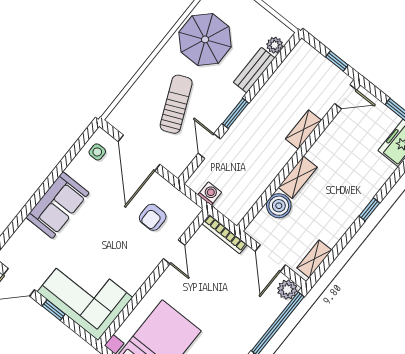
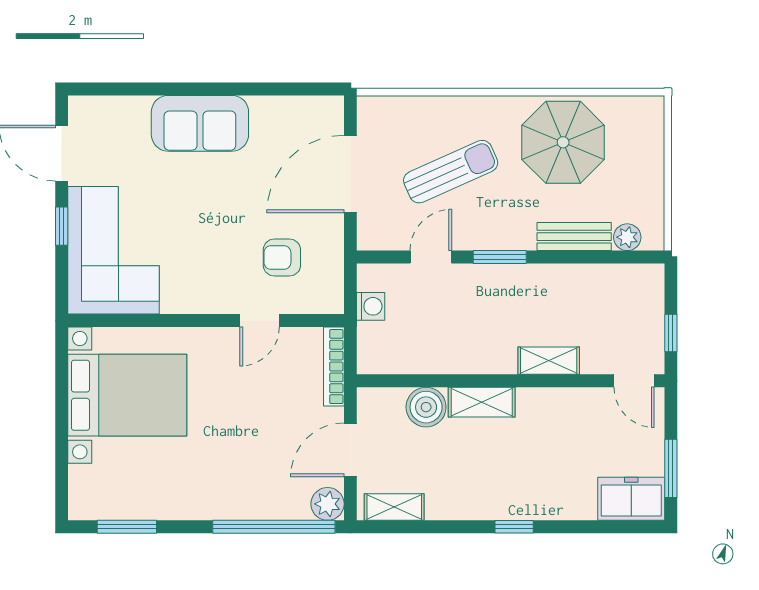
side table: (97, 152) -> (309, 120), removed

